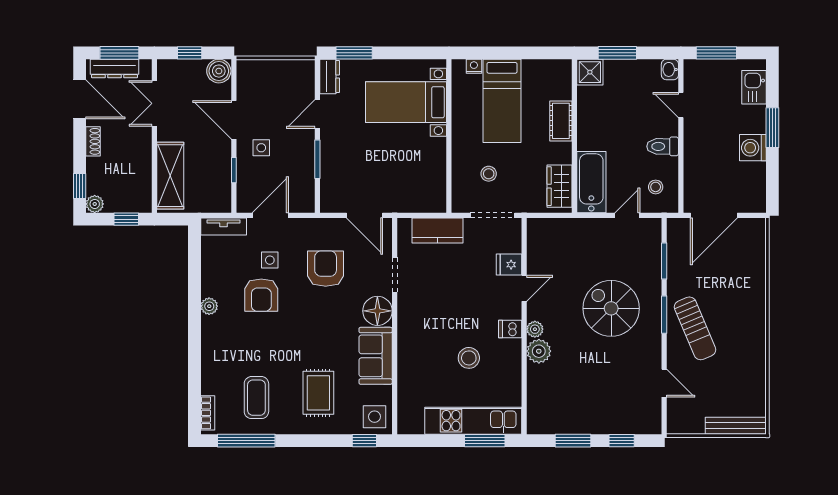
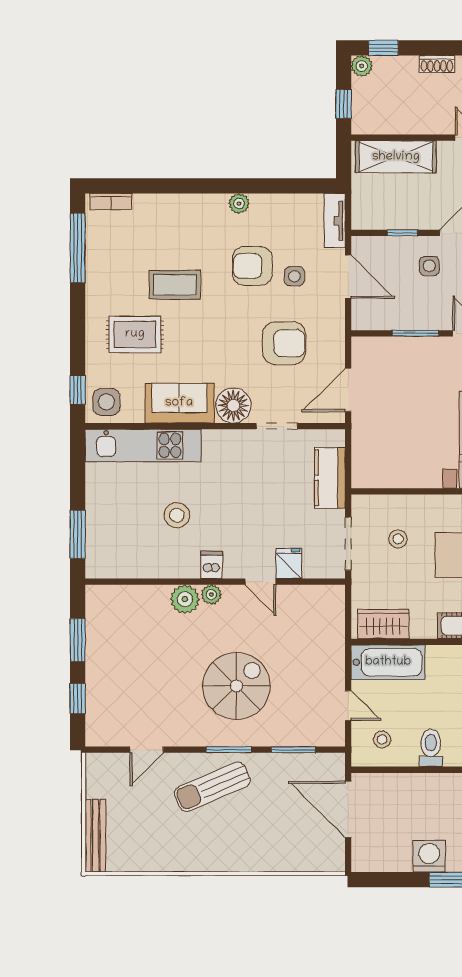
coffee table: (256, 398) -> (175, 285), moved
kitchen unit: (473, 421) -> (143, 445), moved, turned 90

